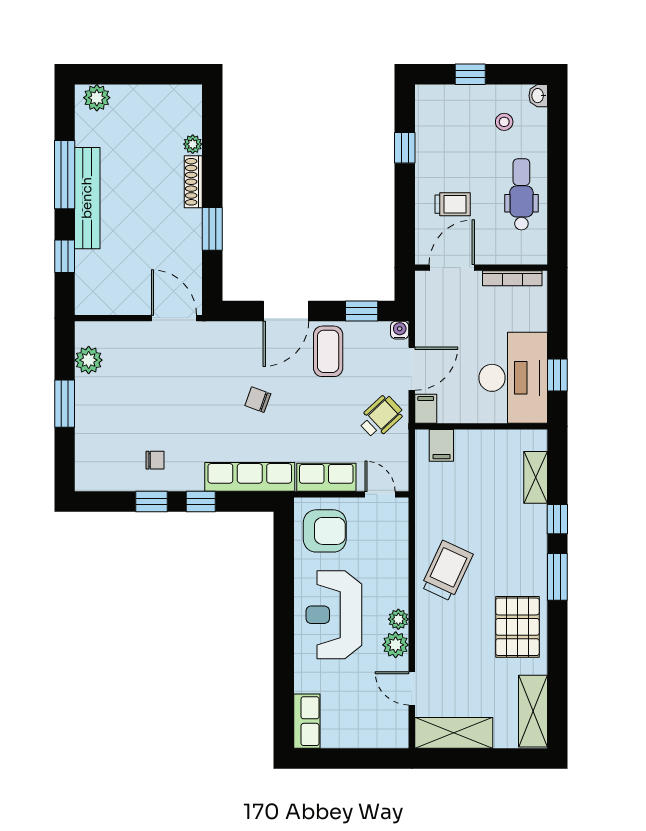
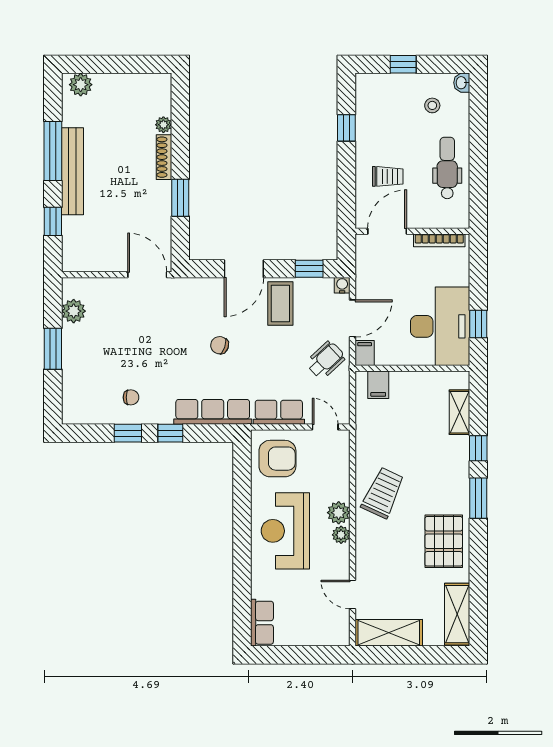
plant: (396, 645) -> (339, 513), moved

